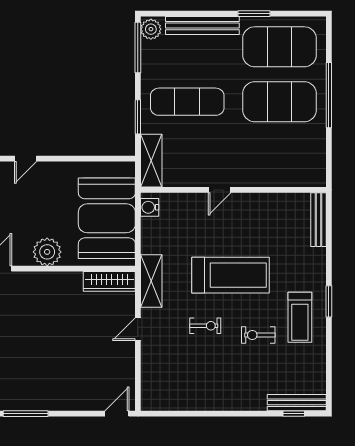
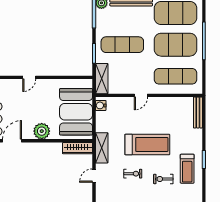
exercise mat: (279, 157) -> (175, 76), added

